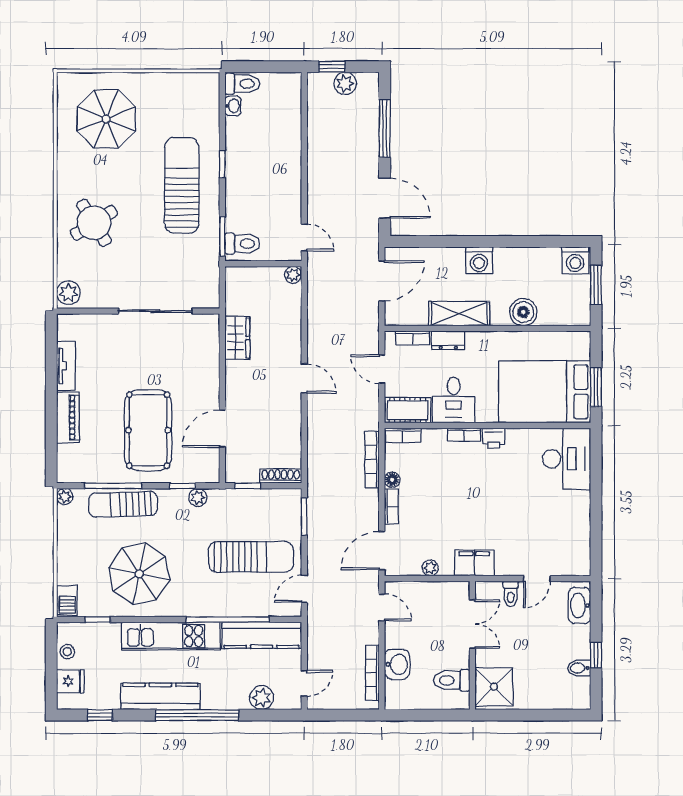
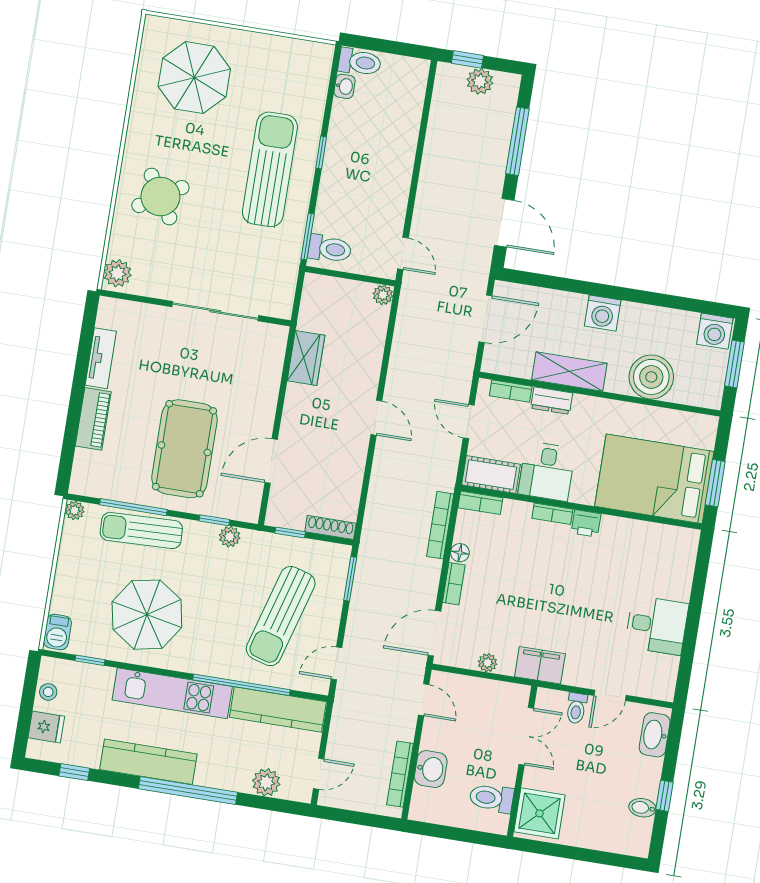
boiler: (523, 312) -> (651, 377), width x1.37, depth x1.37
desk: (566, 459) -> (657, 625), moved, width x0.73
sun lounger: (251, 557) -> (281, 616), turned 106

